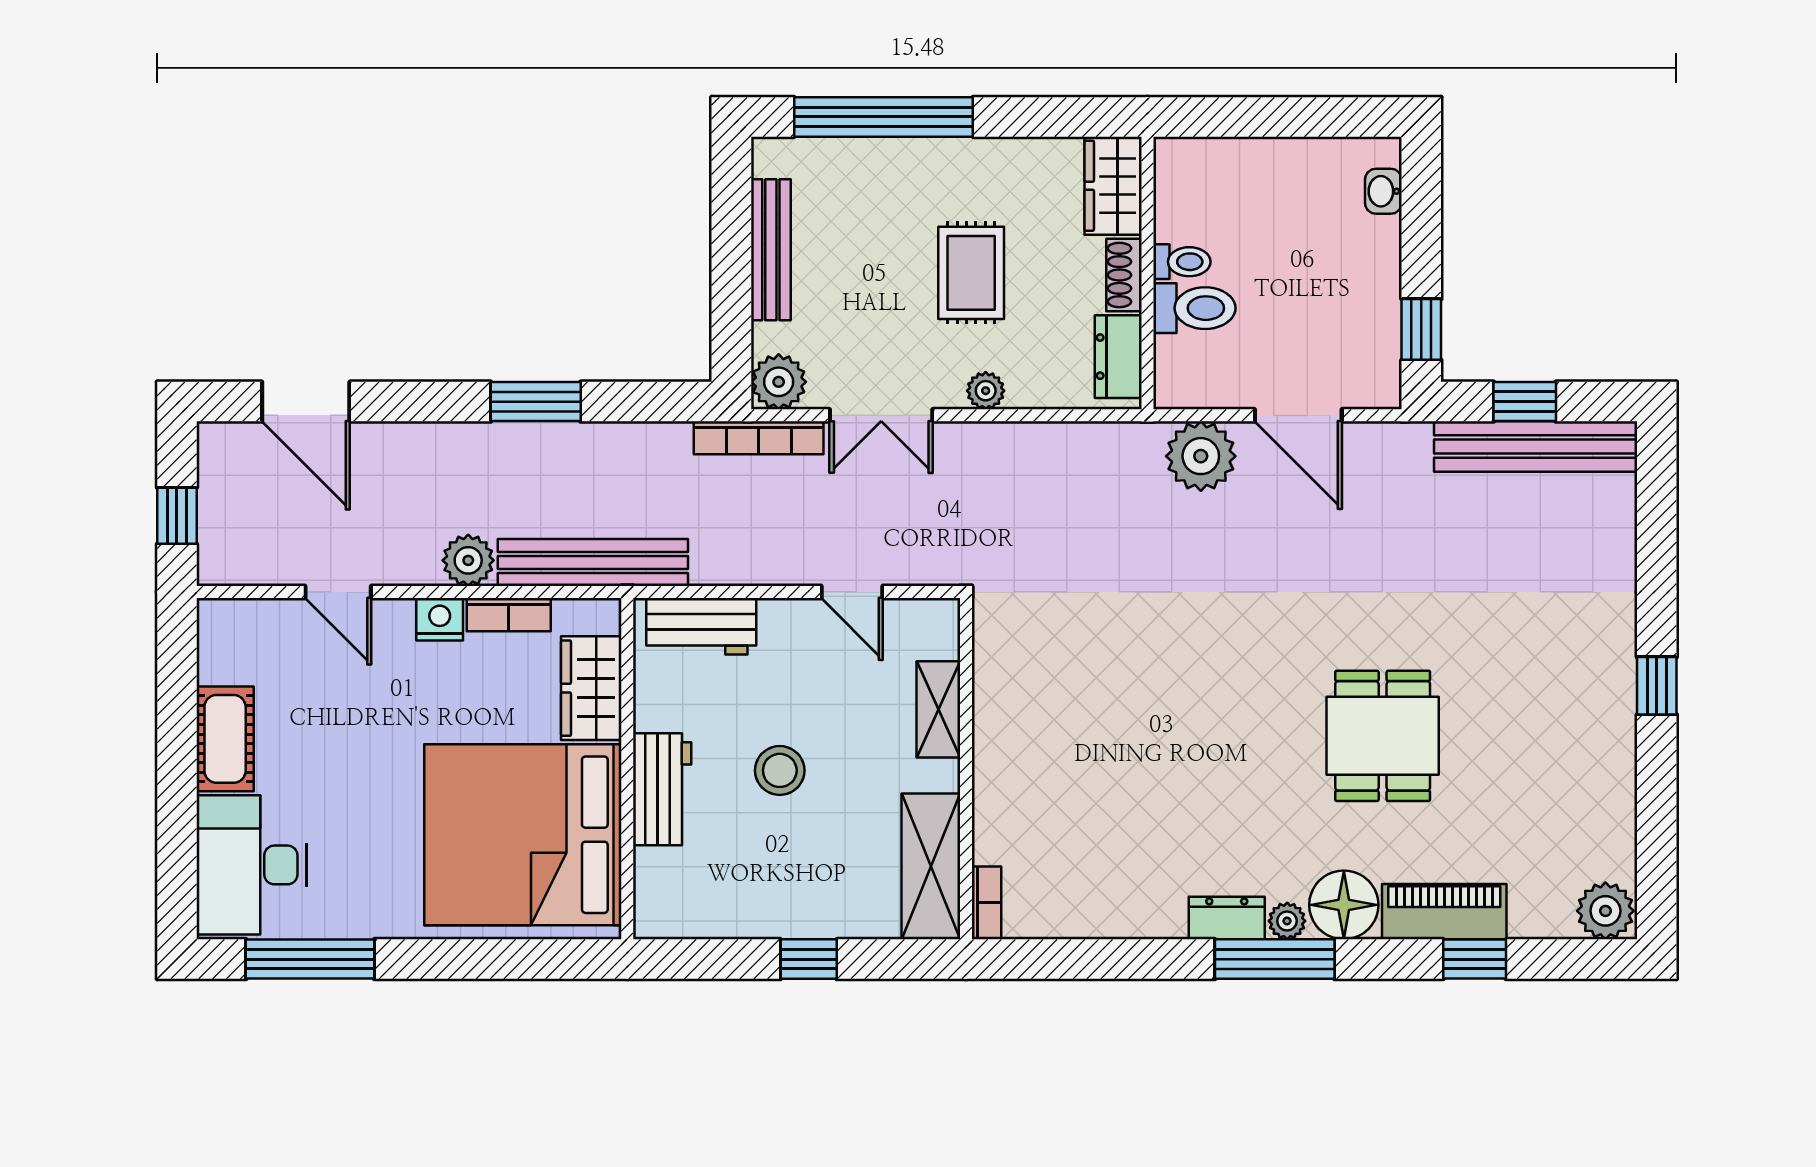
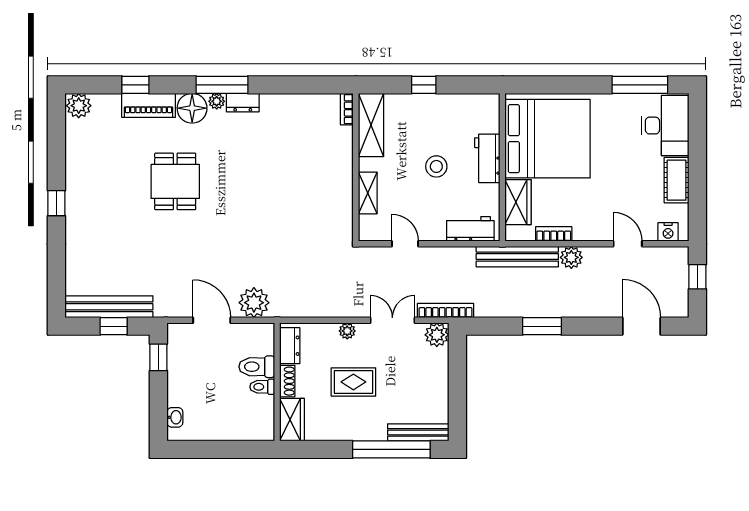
bench: (771, 250) -> (418, 432), moved, turned 90
rug: (971, 273) -> (353, 382), turned 90
nightstand: (440, 619) -> (668, 232), moved

